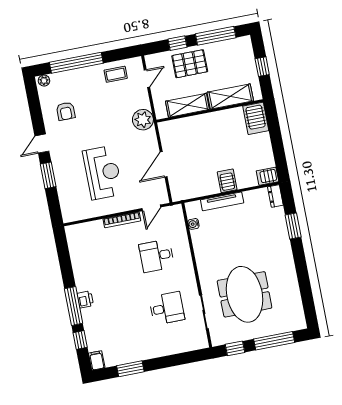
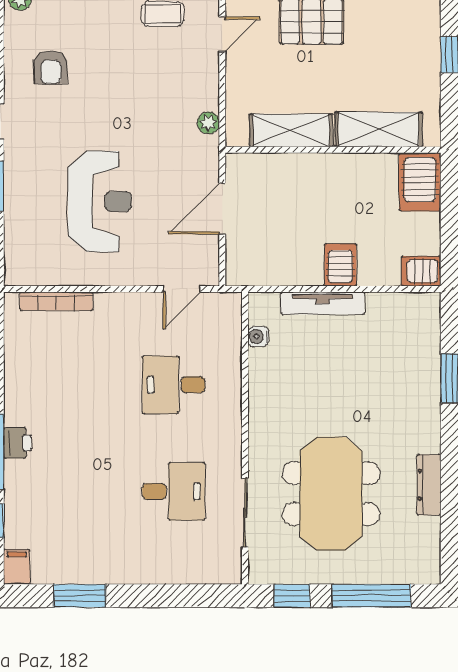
shelving: (230, 96) -> (378, 130), moved
shelving: (187, 105) -> (291, 130), moved
wall: (210, 111) -> (333, 150), moved
server rack: (256, 118) -> (420, 182), moved
plant: (143, 120) -> (208, 123), width x0.53, depth x0.53
dresser: (275, 196) -> (429, 485), moved, width x1.44
bookcase: (122, 220) -> (56, 301), moved

